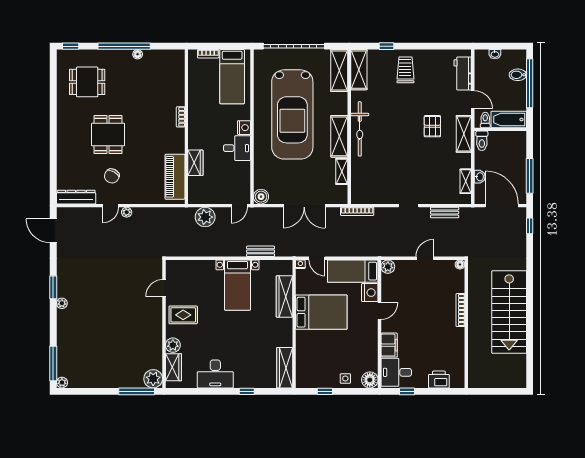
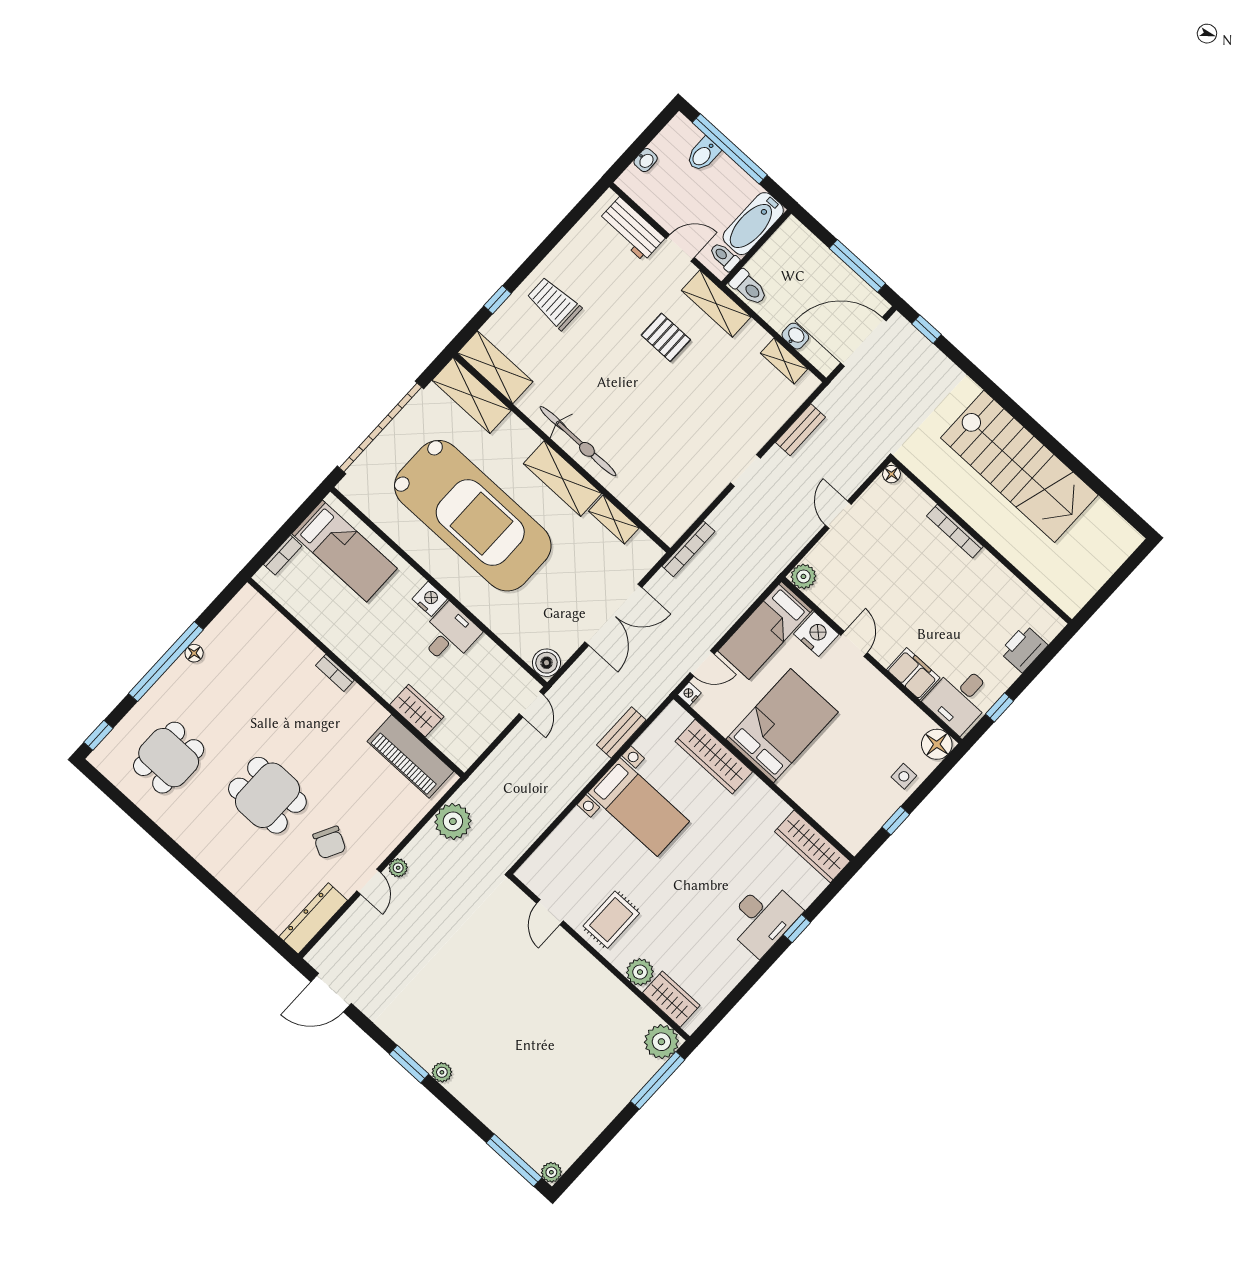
plant: (205, 217) -> (453, 821), moved
desk: (215, 374) -> (763, 918), moved

